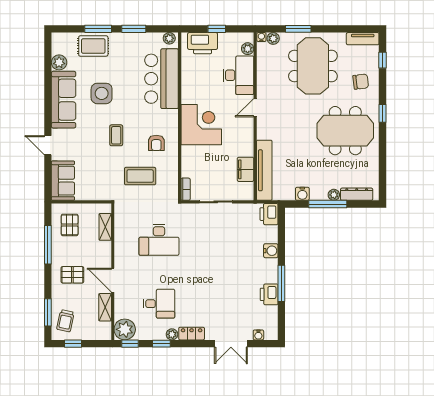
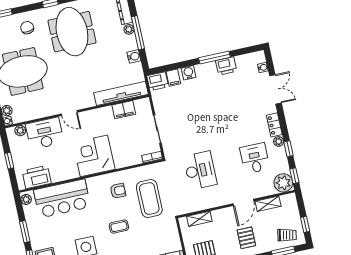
printer: (203, 43) -> (37, 177), moved, turned -90
coffee table: (140, 176) -> (149, 198), width x1.36, depth x1.32
filing cabinet: (269, 233) -> (173, 78), added

